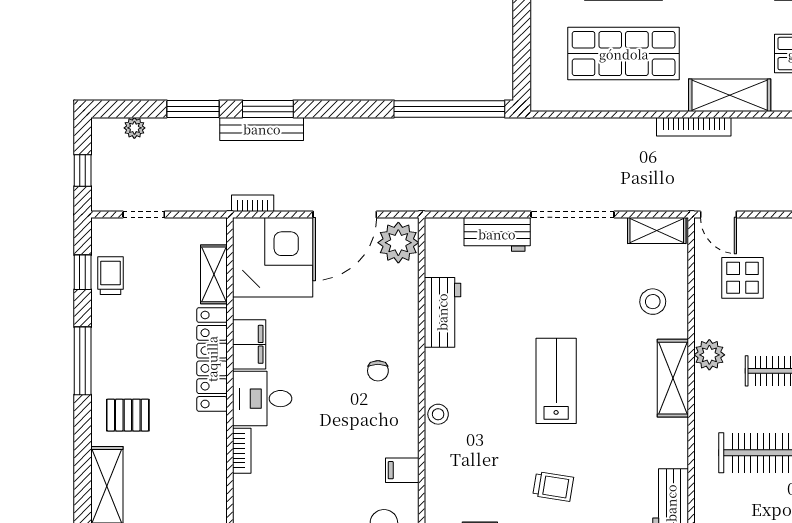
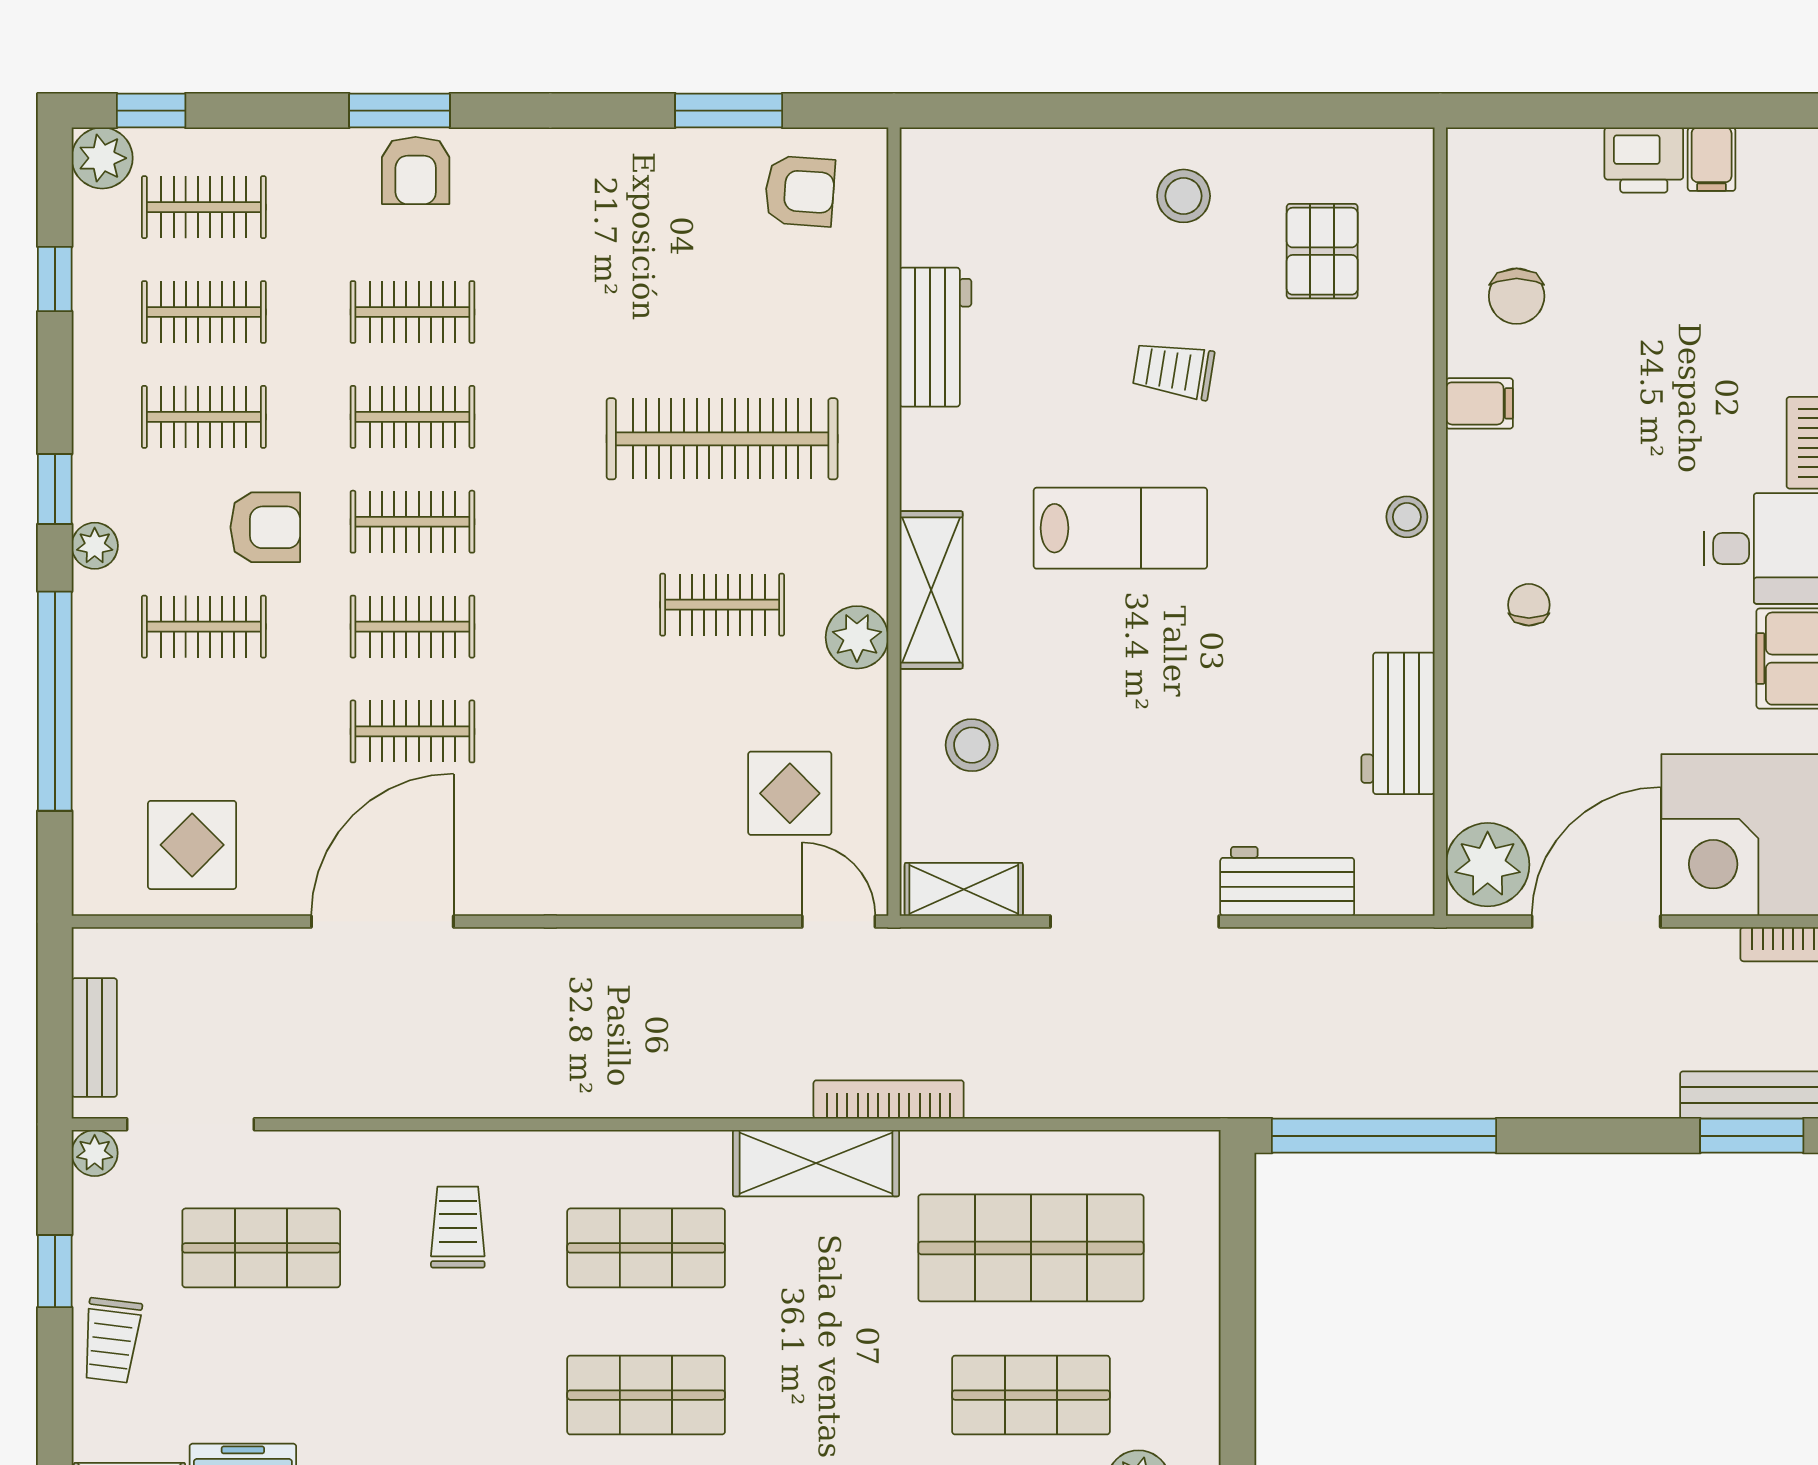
lab bench: (556, 381) -> (1120, 528), moved, turned -90

